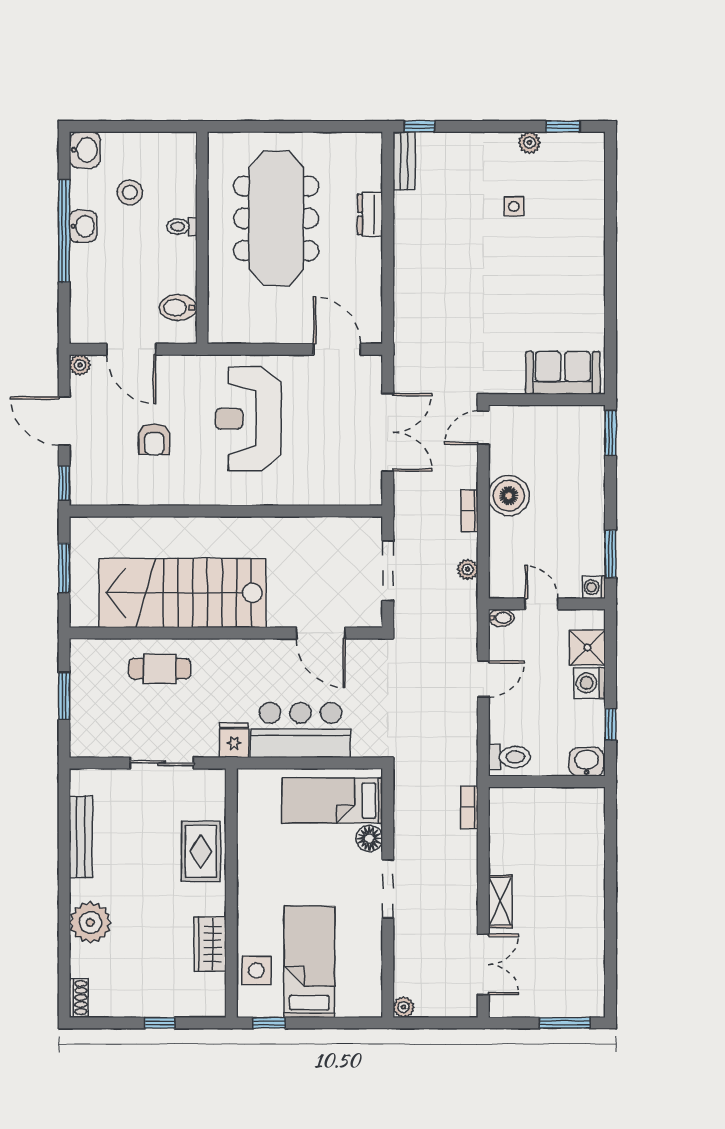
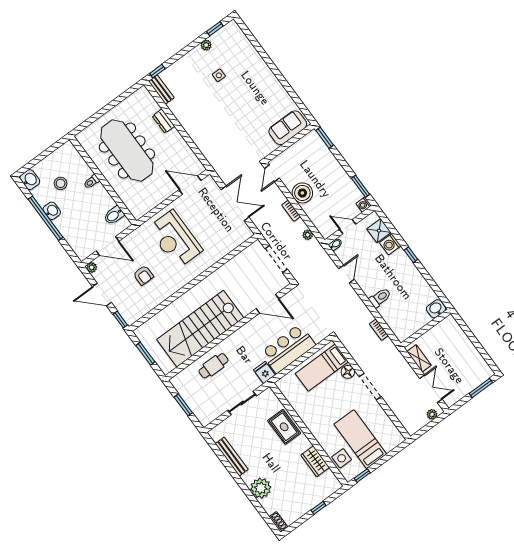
washbasin: (587, 762) -> (436, 309), moved
wall: (547, 782) -> (426, 328), moved
plant: (404, 1007) -> (432, 414), moved

